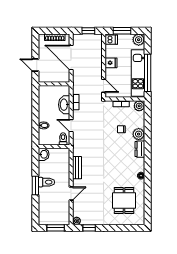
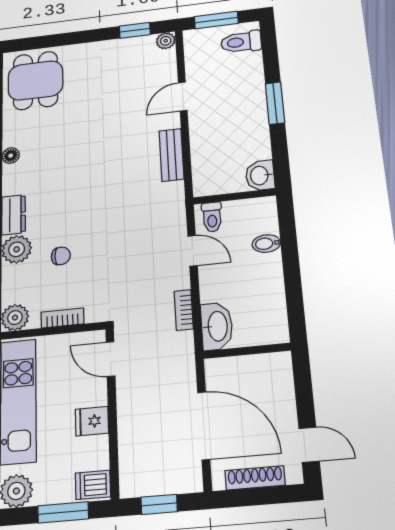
door: (35, 65) -> (309, 445), moved
washbasin: (64, 105) -> (217, 326), moved
toilet: (46, 182) -> (241, 42), moved
dining table: (124, 200) -> (35, 80), moved

